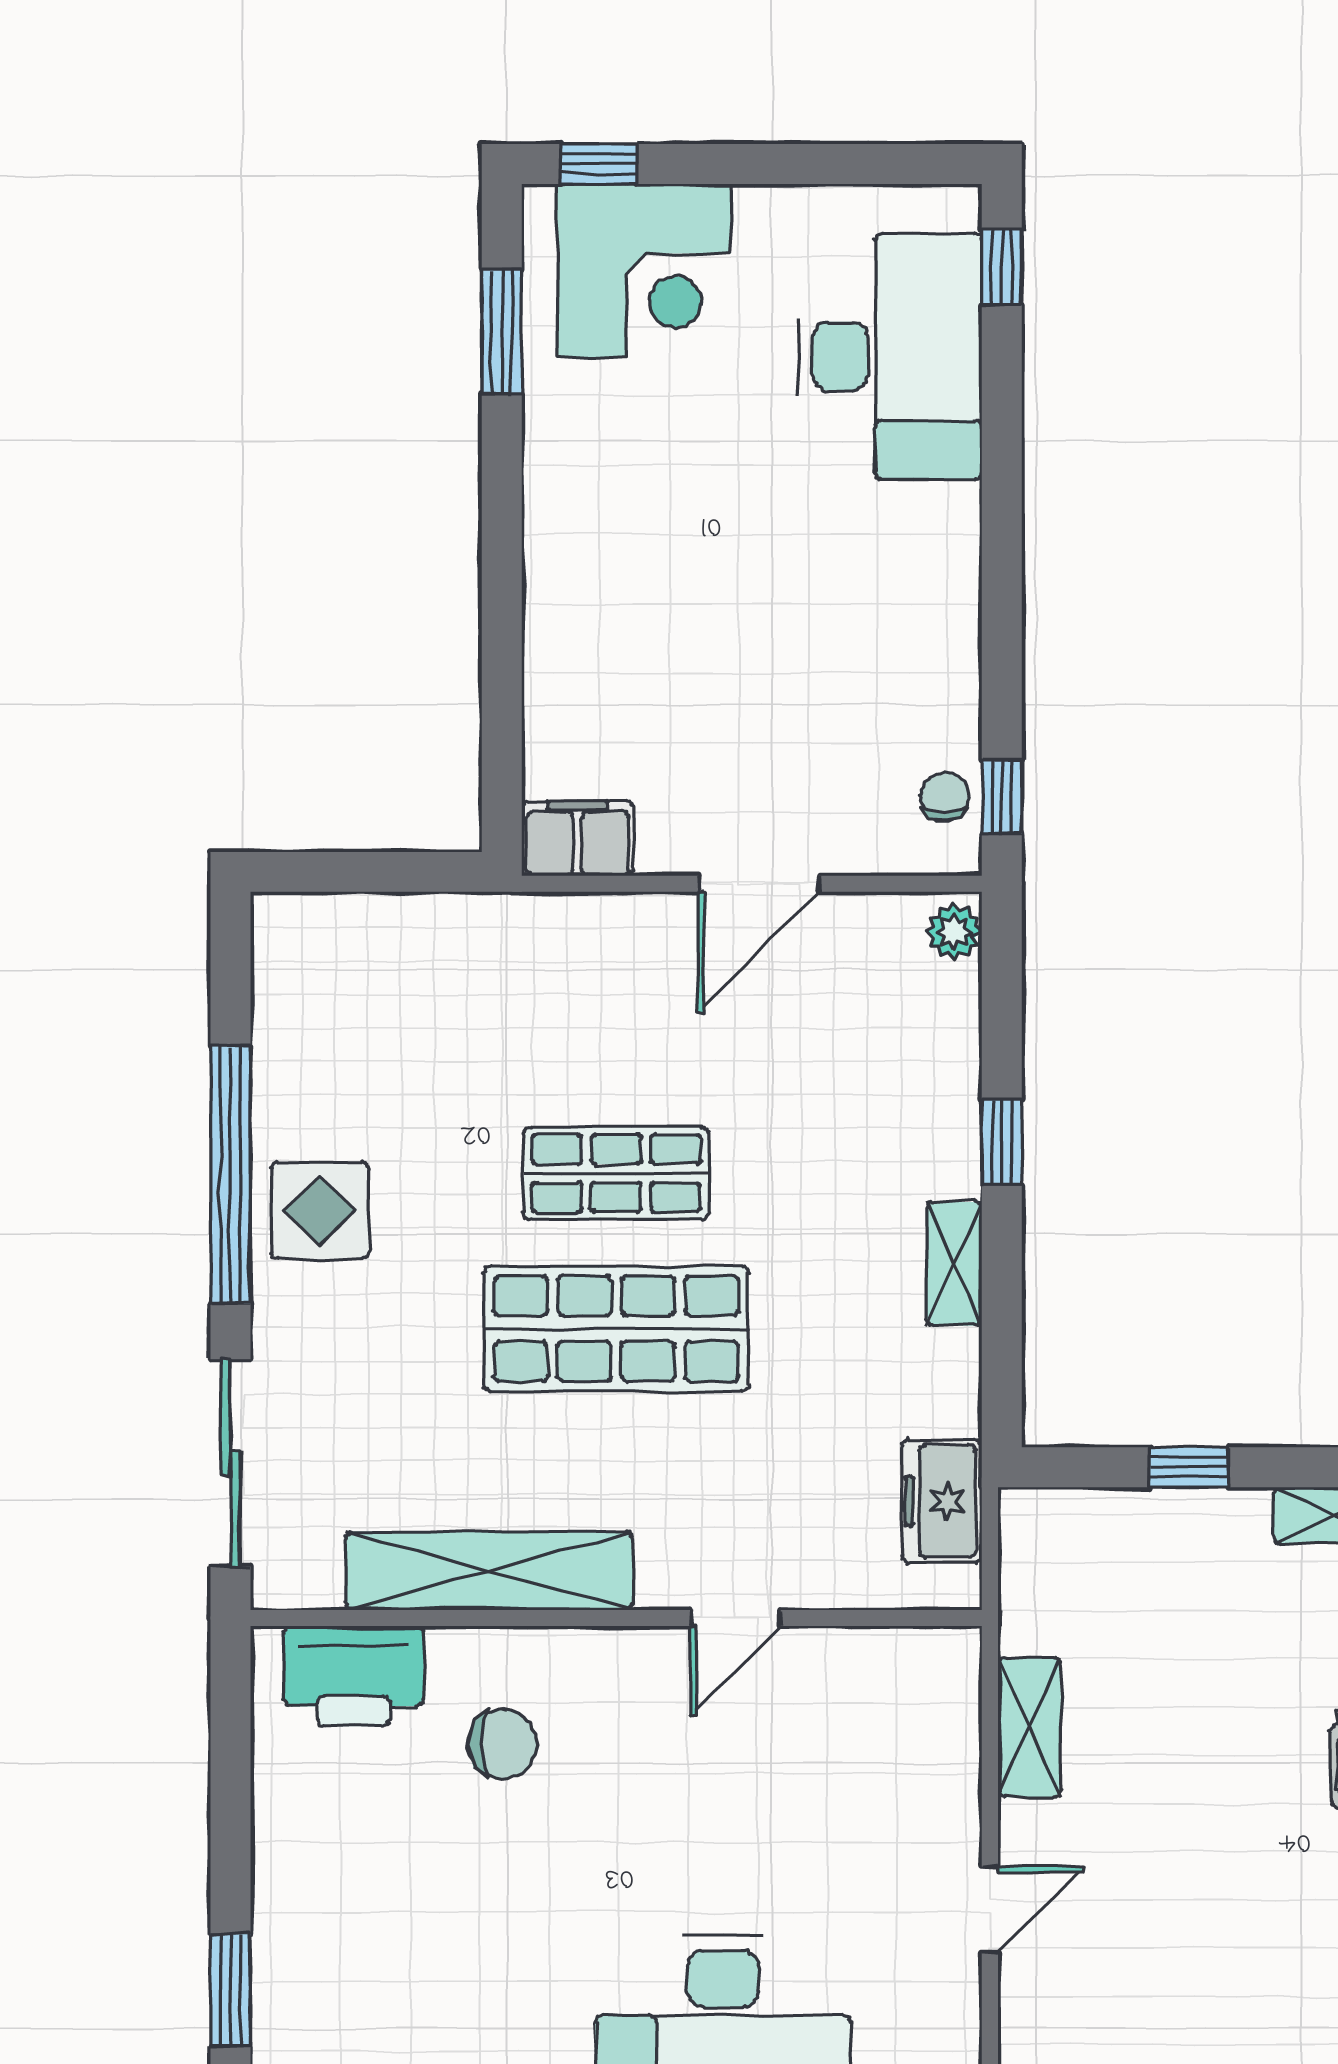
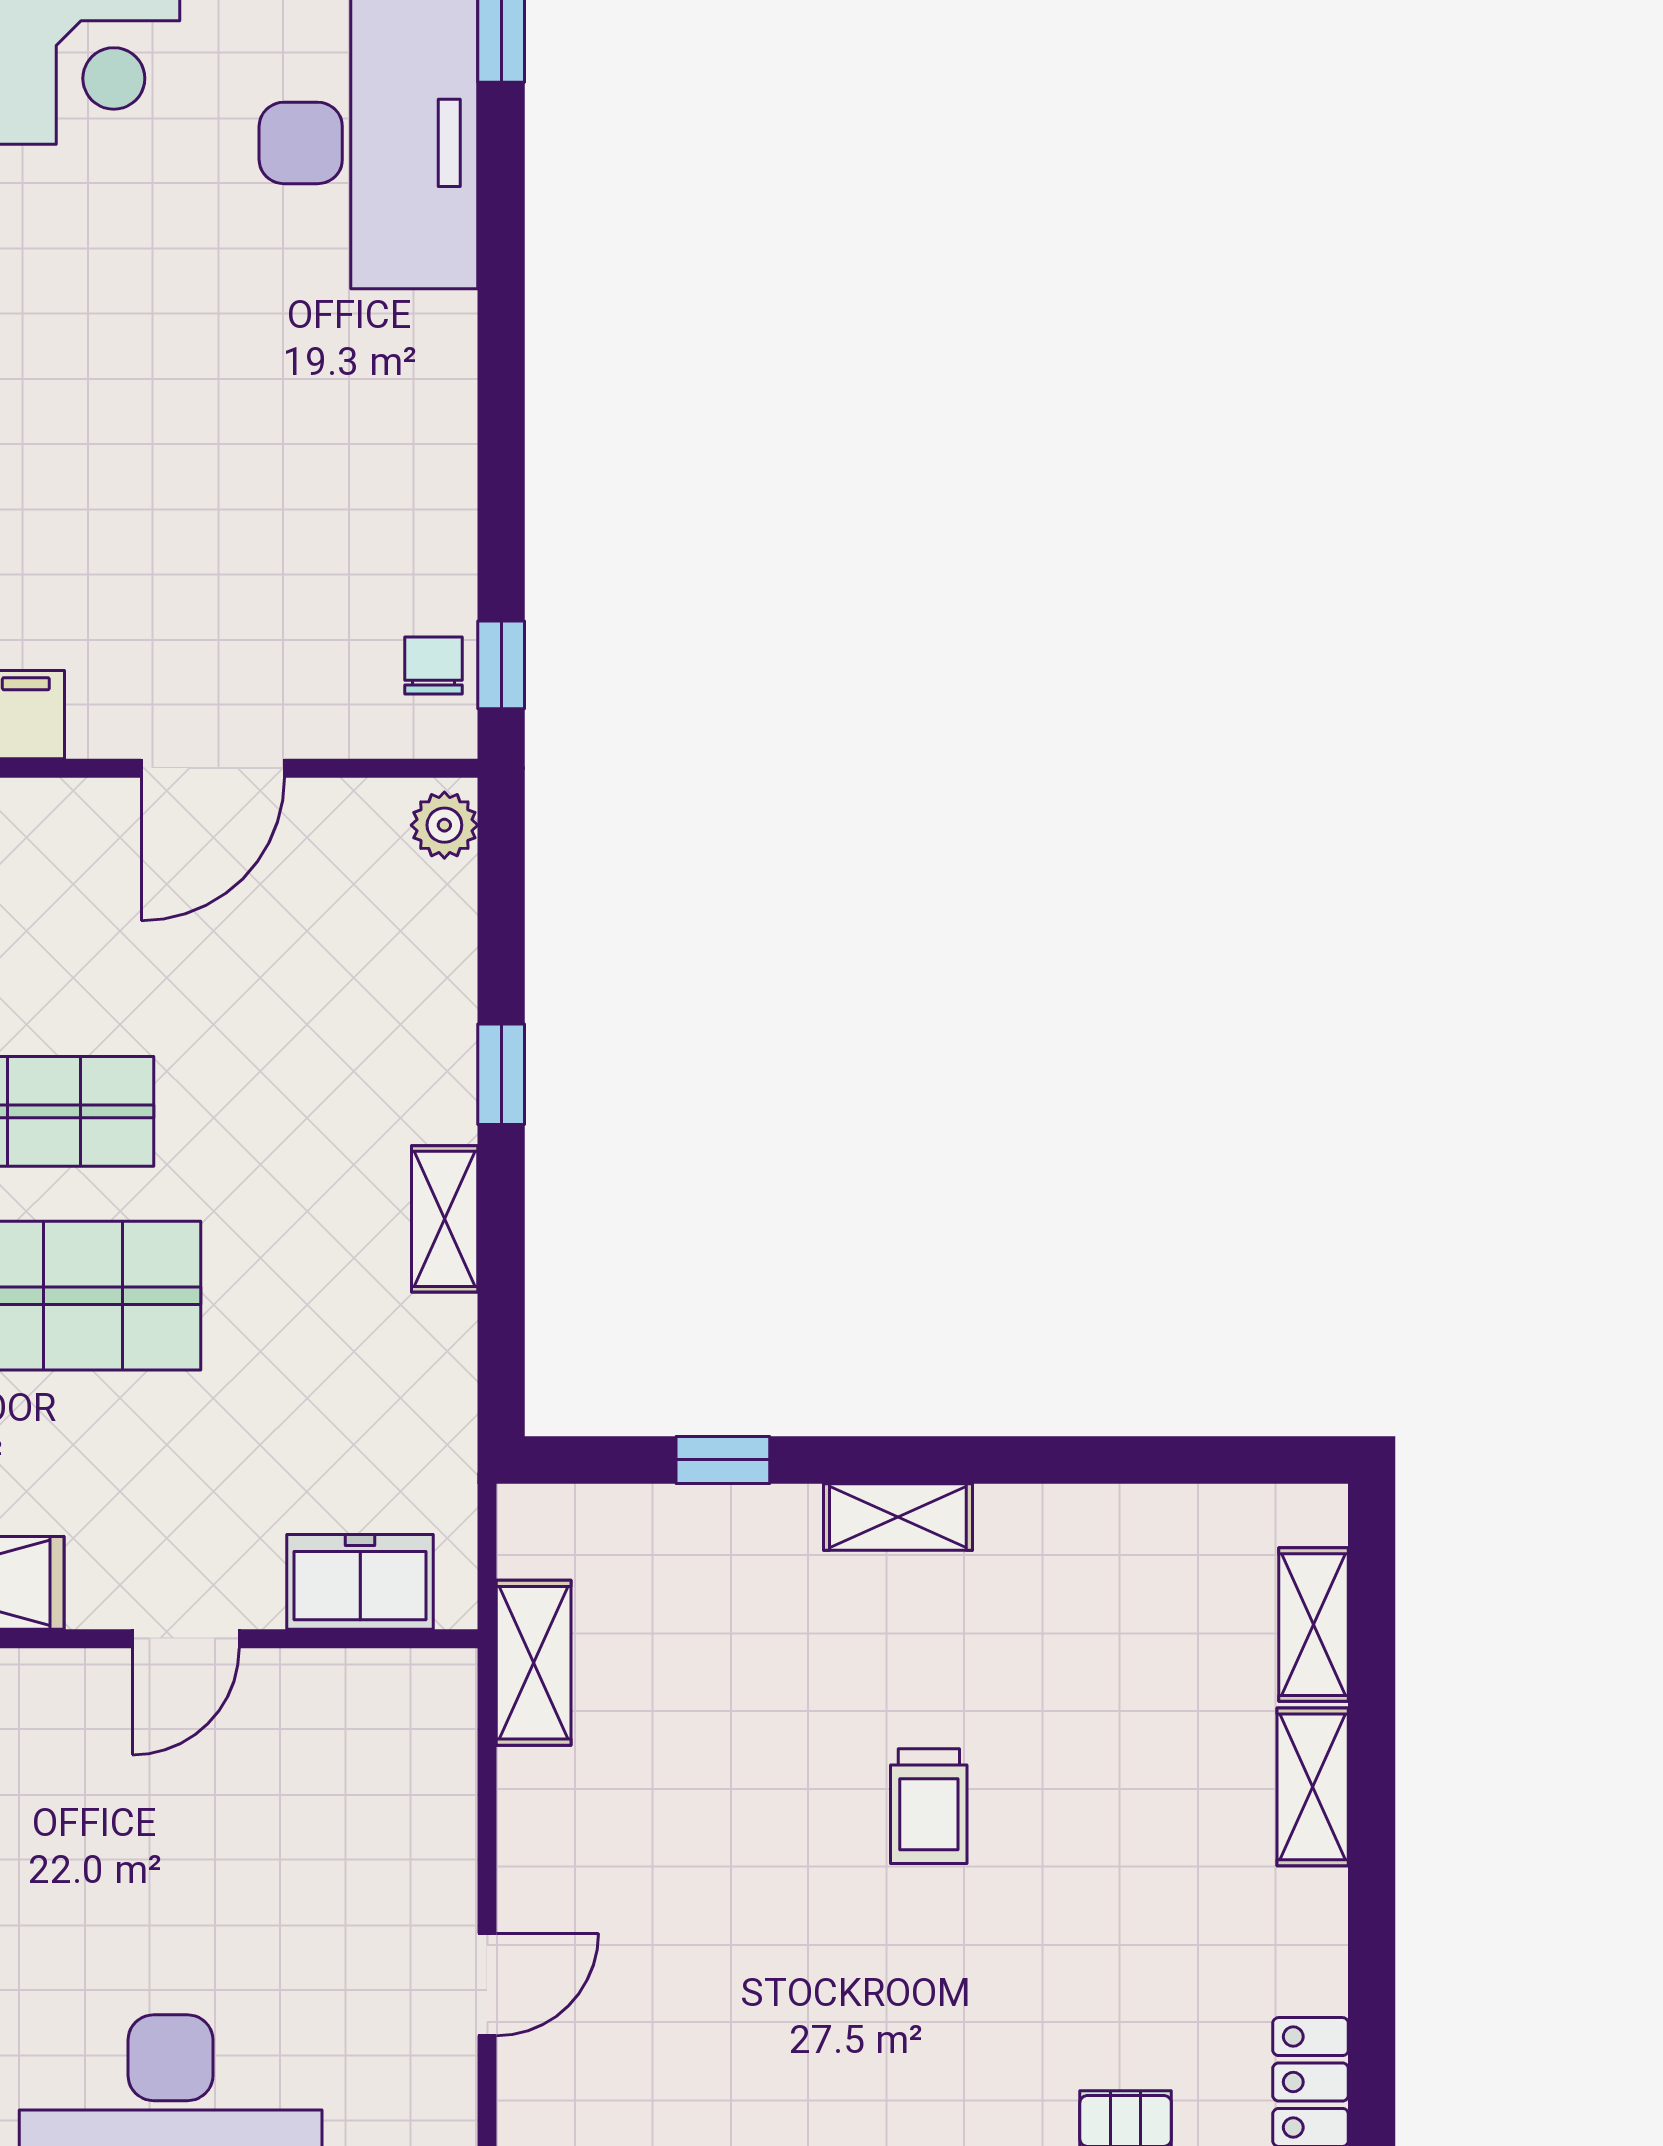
freezer: (942, 1501) -> (360, 1582), moved, turned 90
shelving: (1029, 1727) -> (534, 1663), moved

